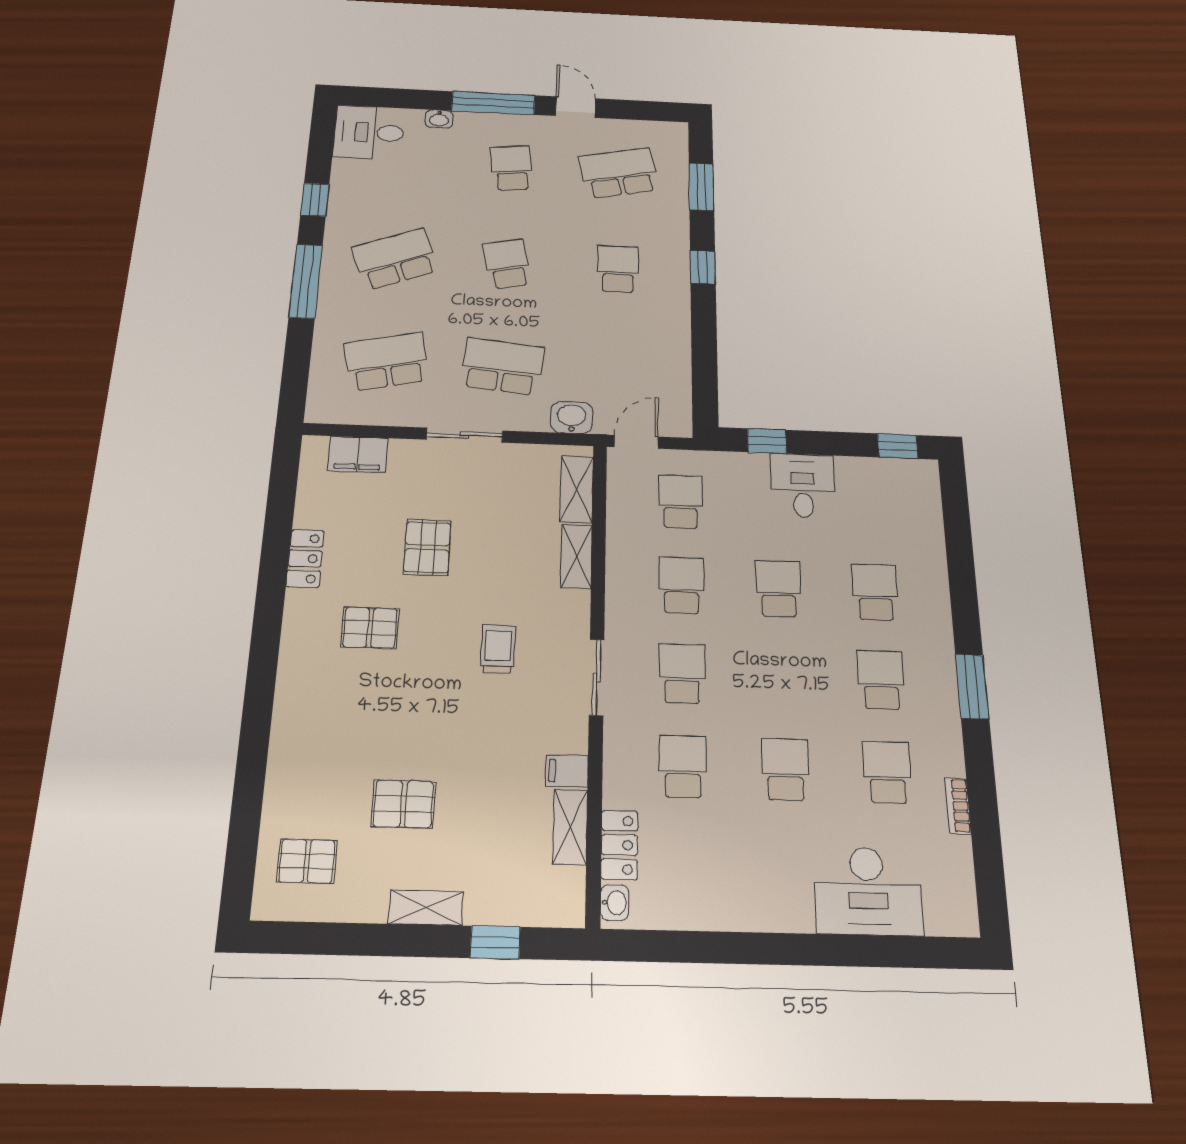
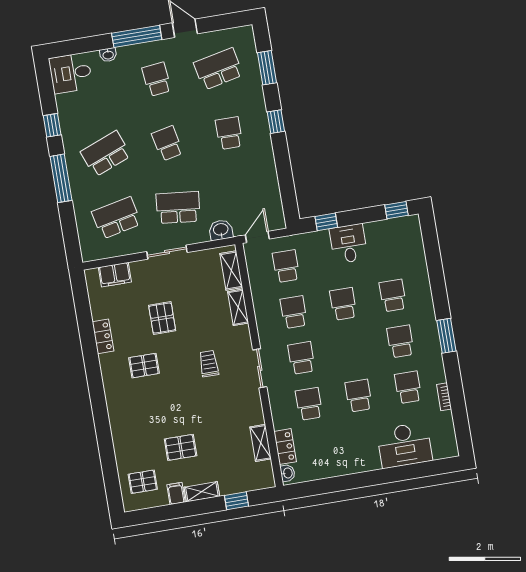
filing cabinet: (567, 771) -> (176, 493), moved, turned 90

